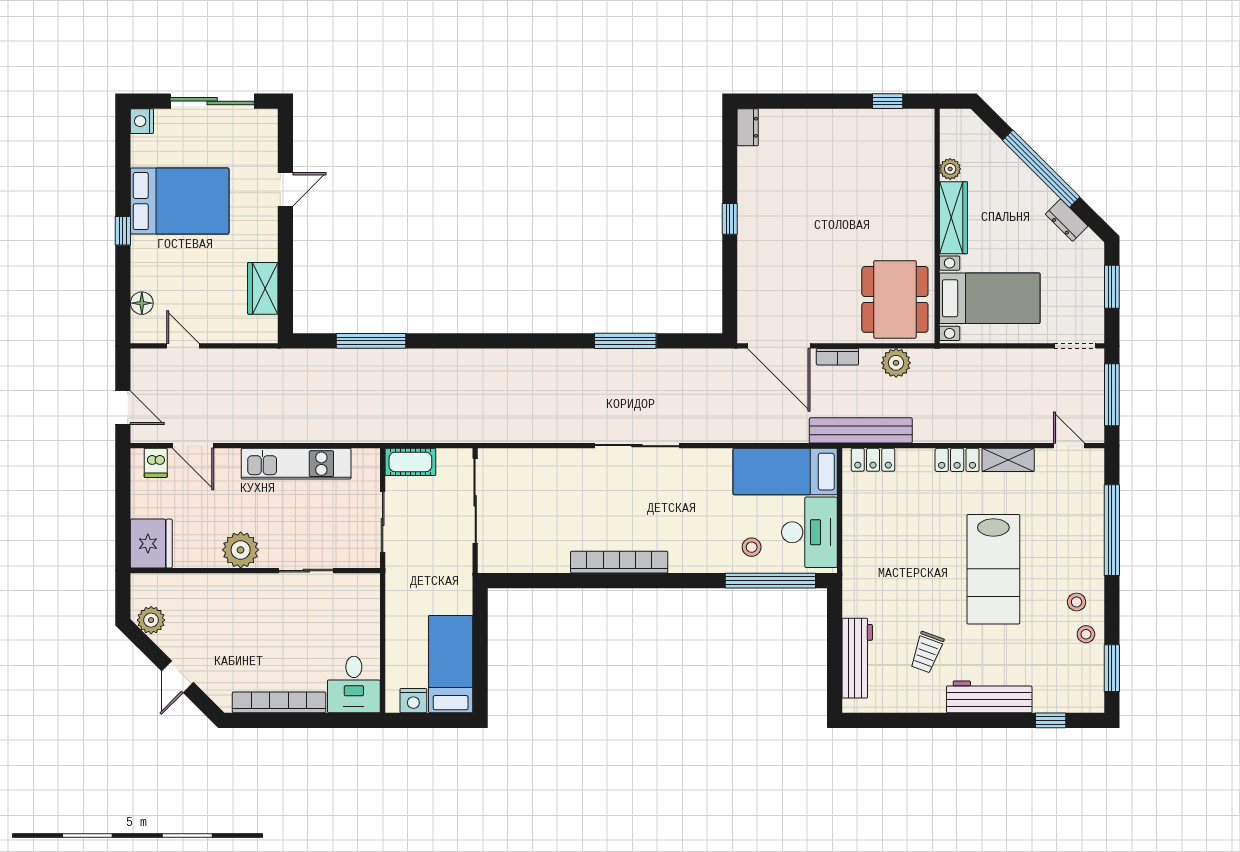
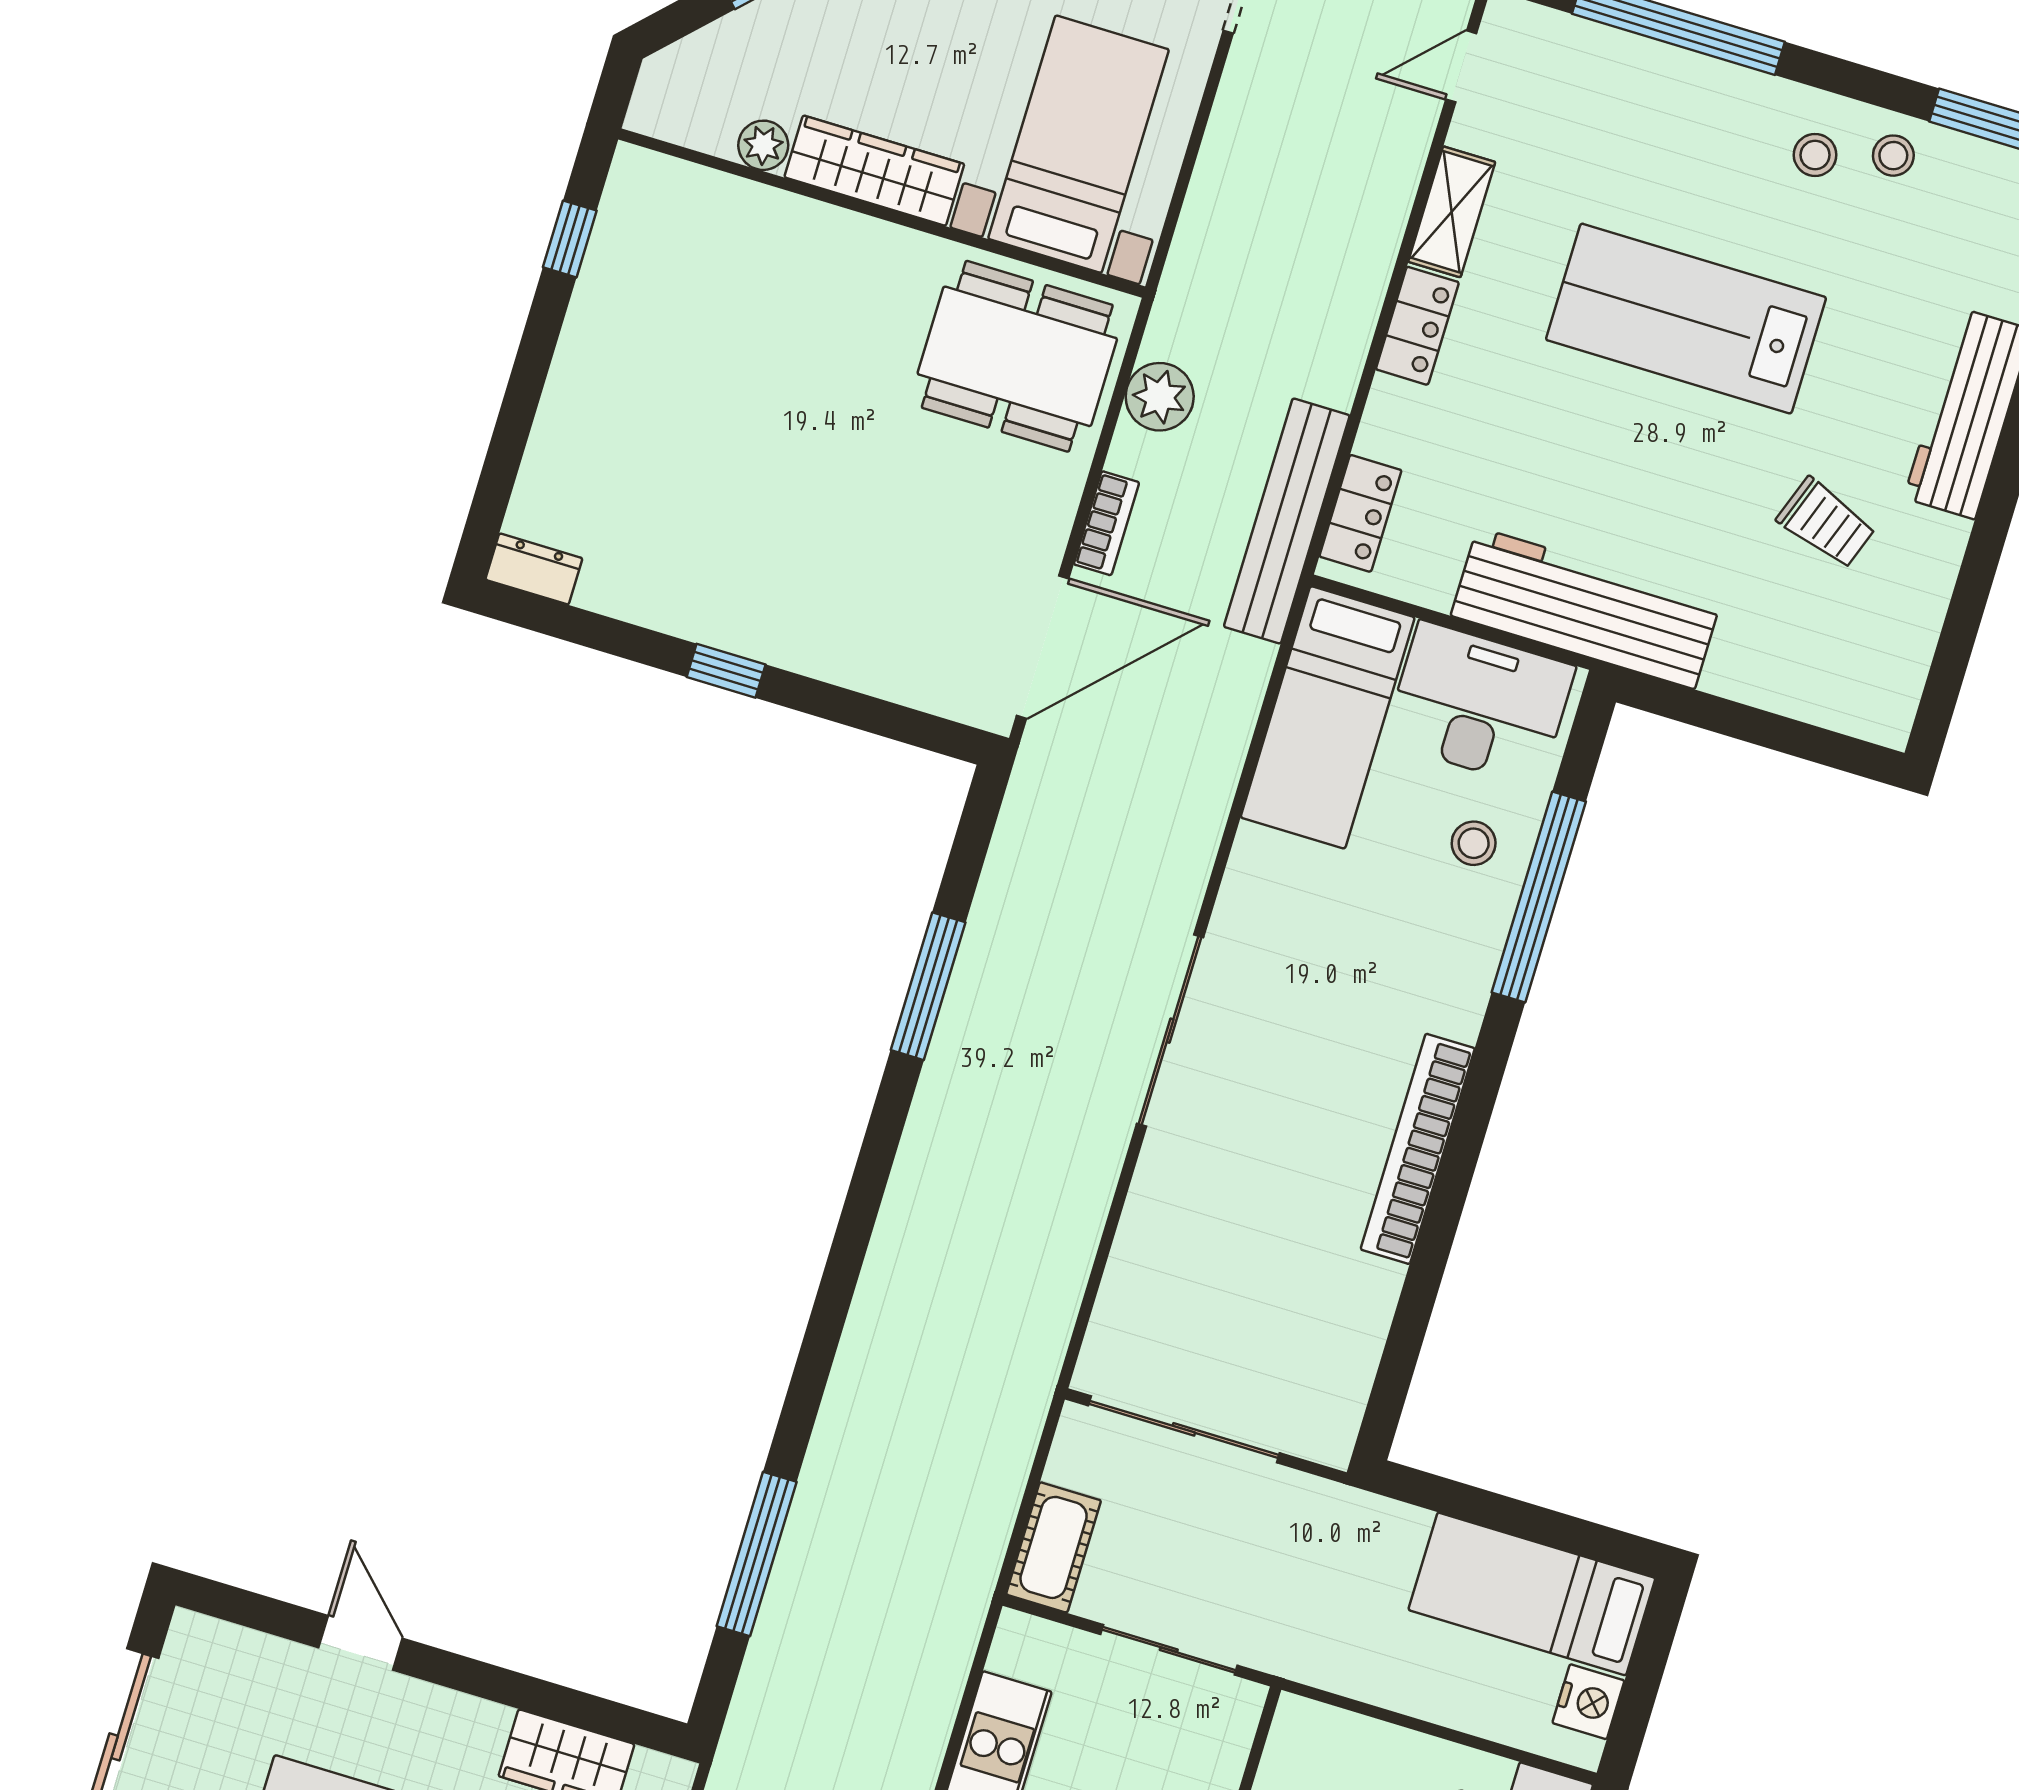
lab bench: (993, 569) -> (1686, 319), turned 180
window: (770, 581) -> (1539, 897), moved
workbench: (857, 658) -> (1586, 608), moved, width x1.36, depth x1.32

